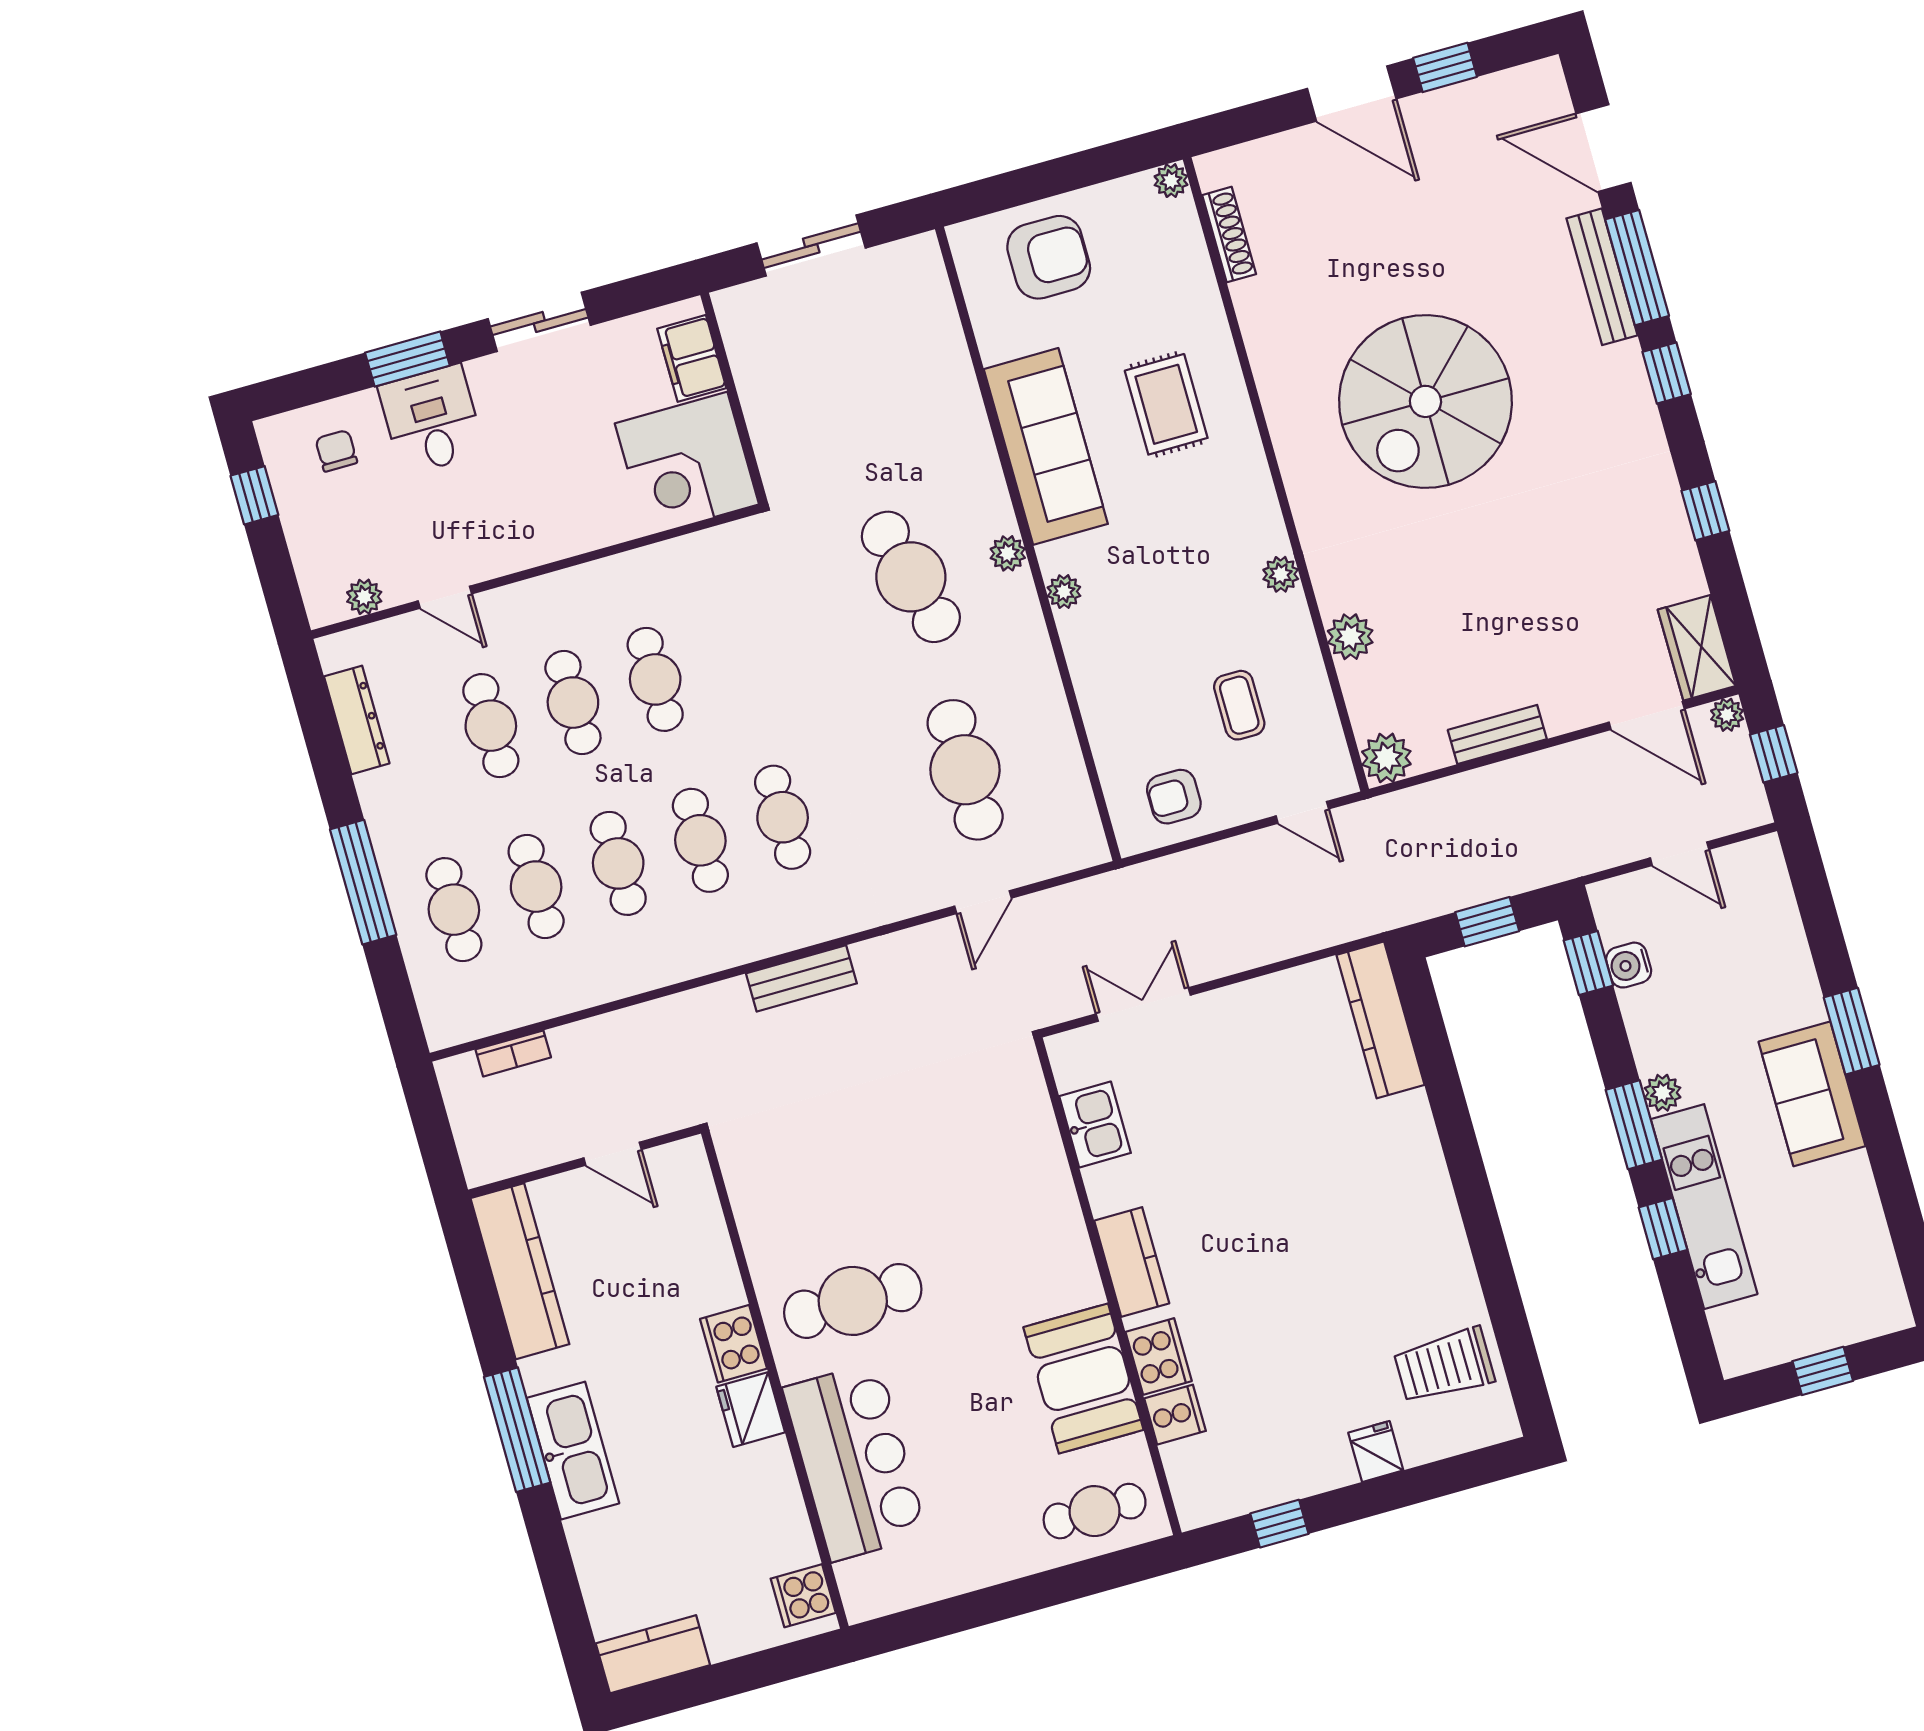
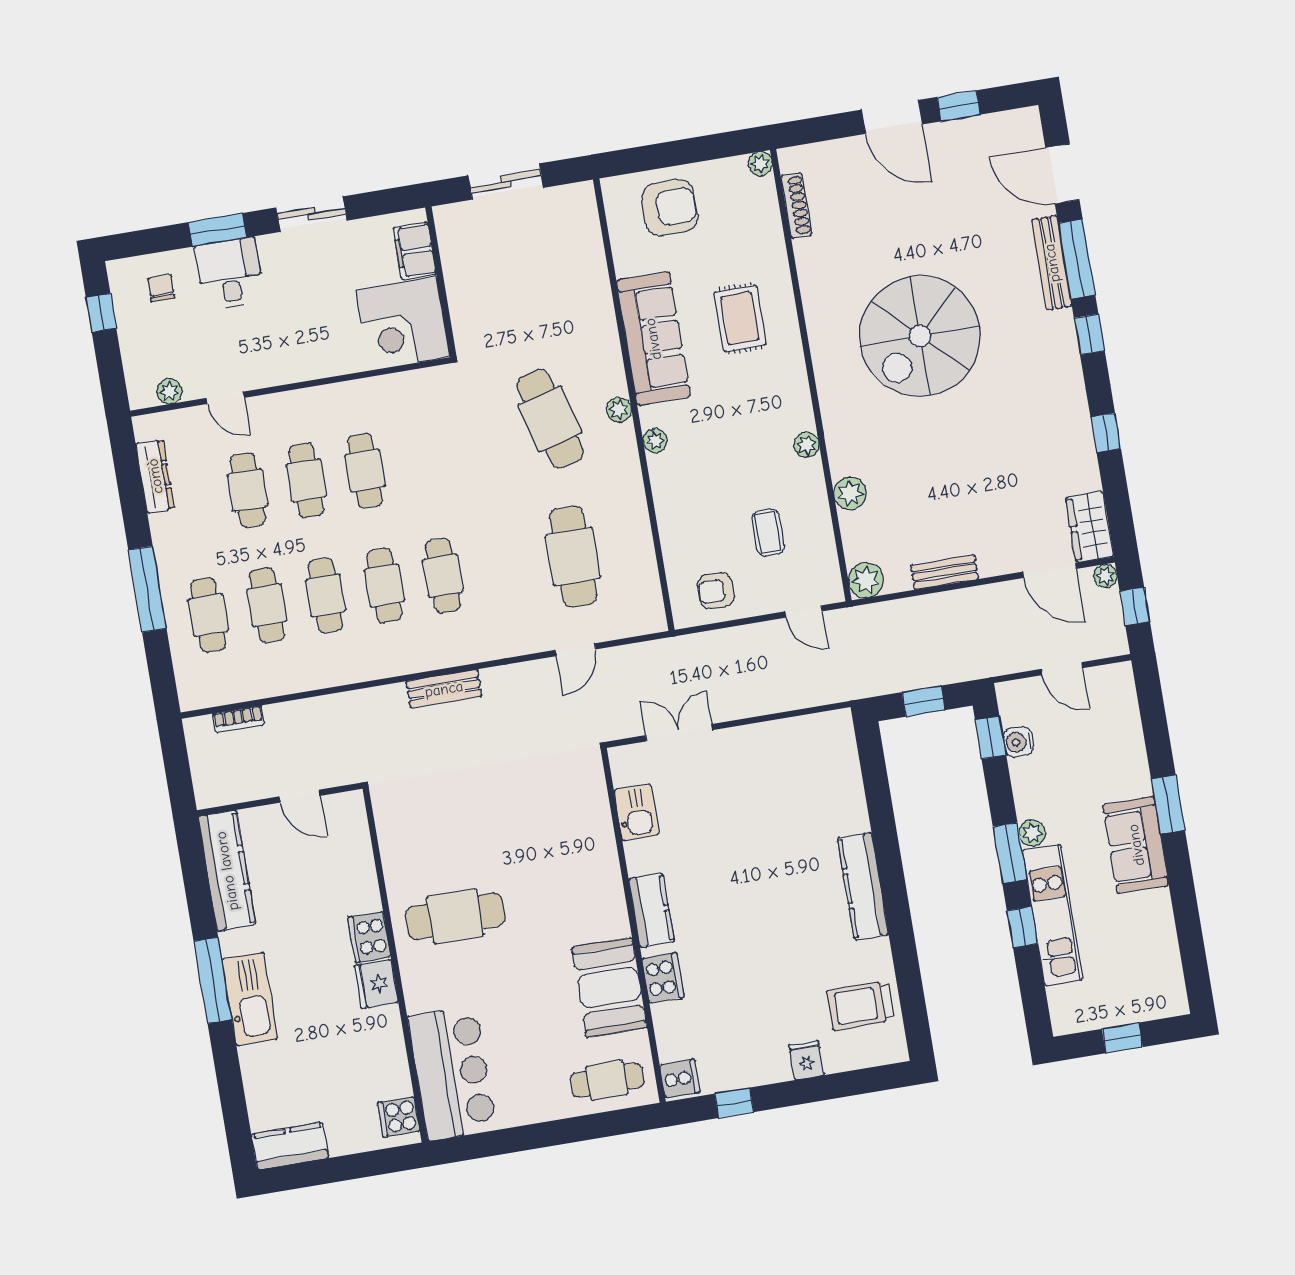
kitchen counter: (1380, 1020) -> (863, 886), moved
cooker: (1175, 1415) -> (680, 1079), moved
bar counter: (855, 1462) -> (452, 1073), moved

